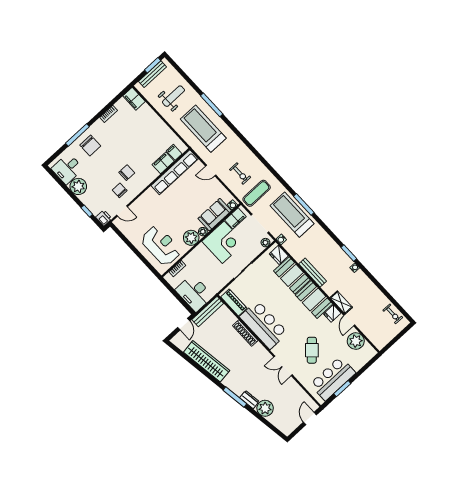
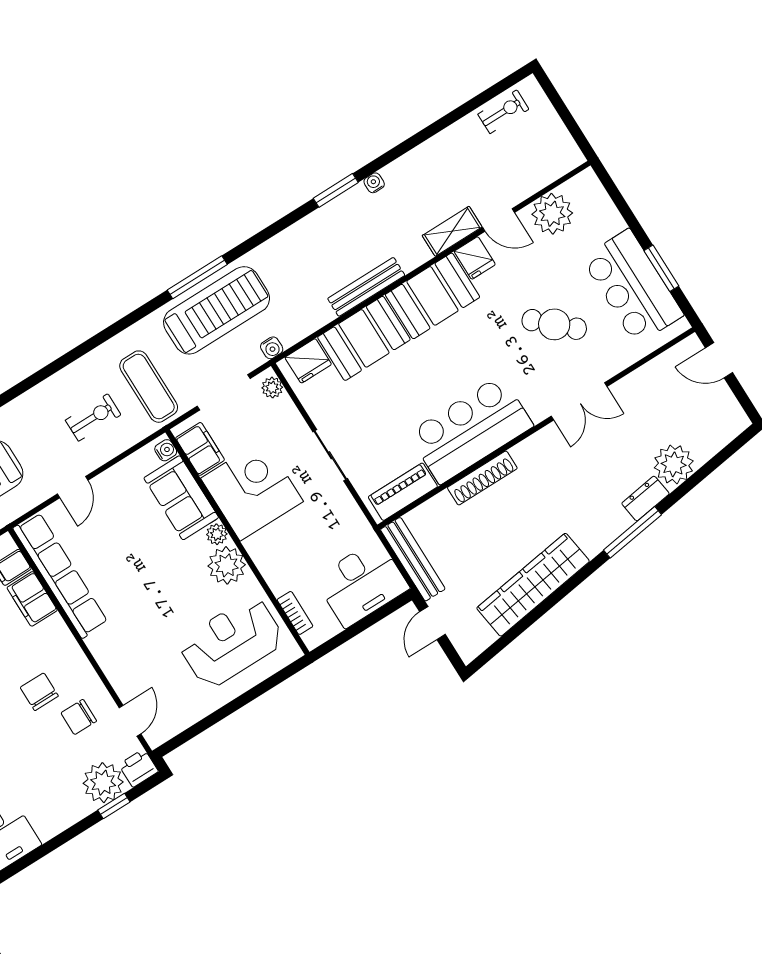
plant: (78, 186) -> (103, 783), moved
treadmill: (292, 215) -> (217, 310), turned 180
door: (184, 324) -> (432, 623), swing flipped

